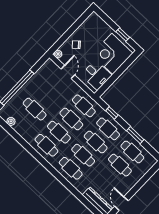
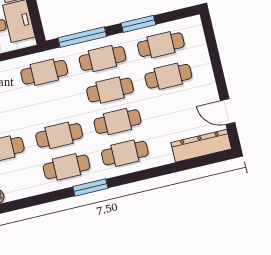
window: (112, 113) -> (82, 37), width x2.17
cafe table: (71, 119) -> (52, 104), removed
window: (44, 163) -> (90, 187), added

